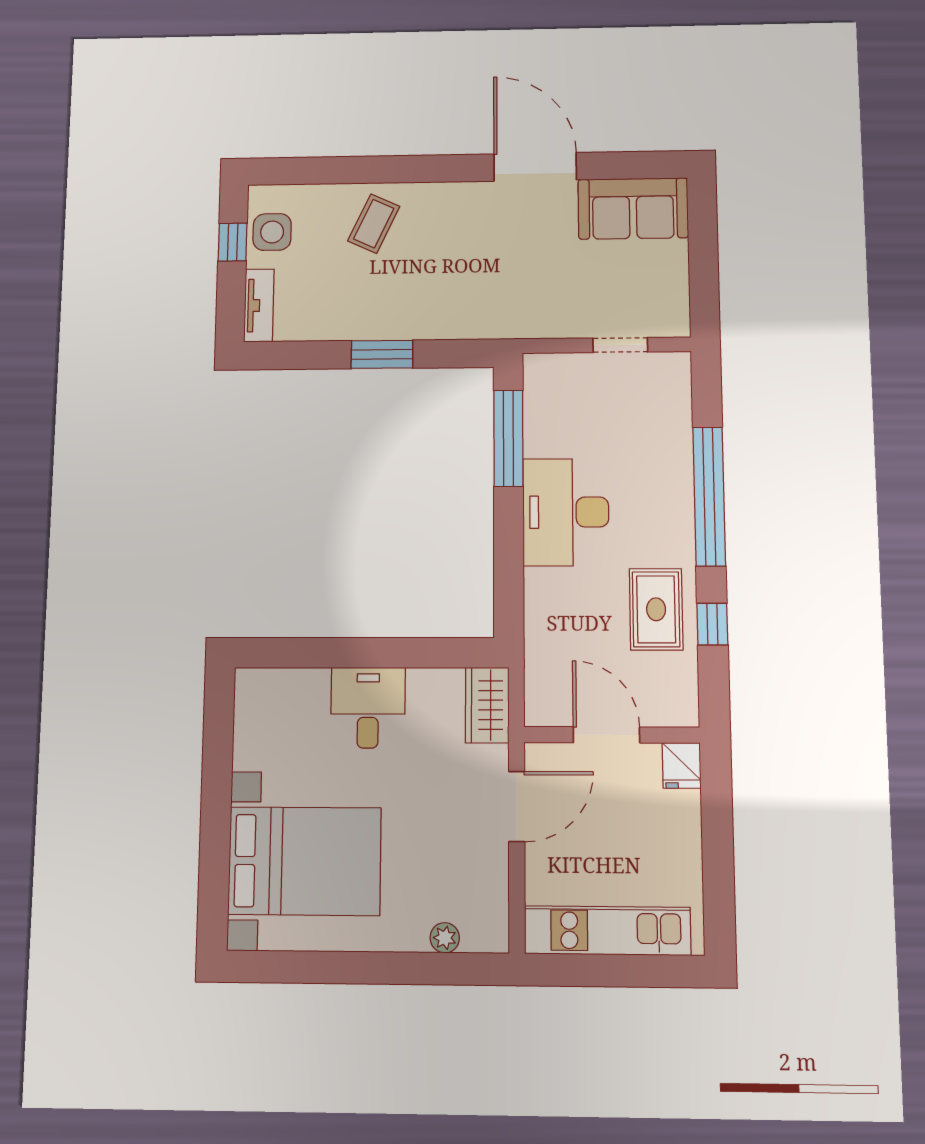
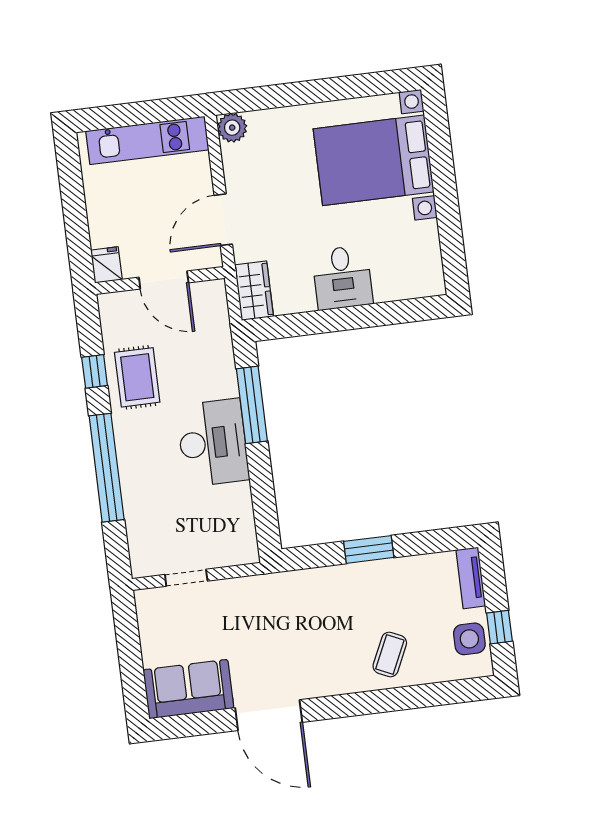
window: (508, 438) -> (252, 405), moved
plant: (445, 938) -> (232, 128), moved, width x1.38, depth x1.38

